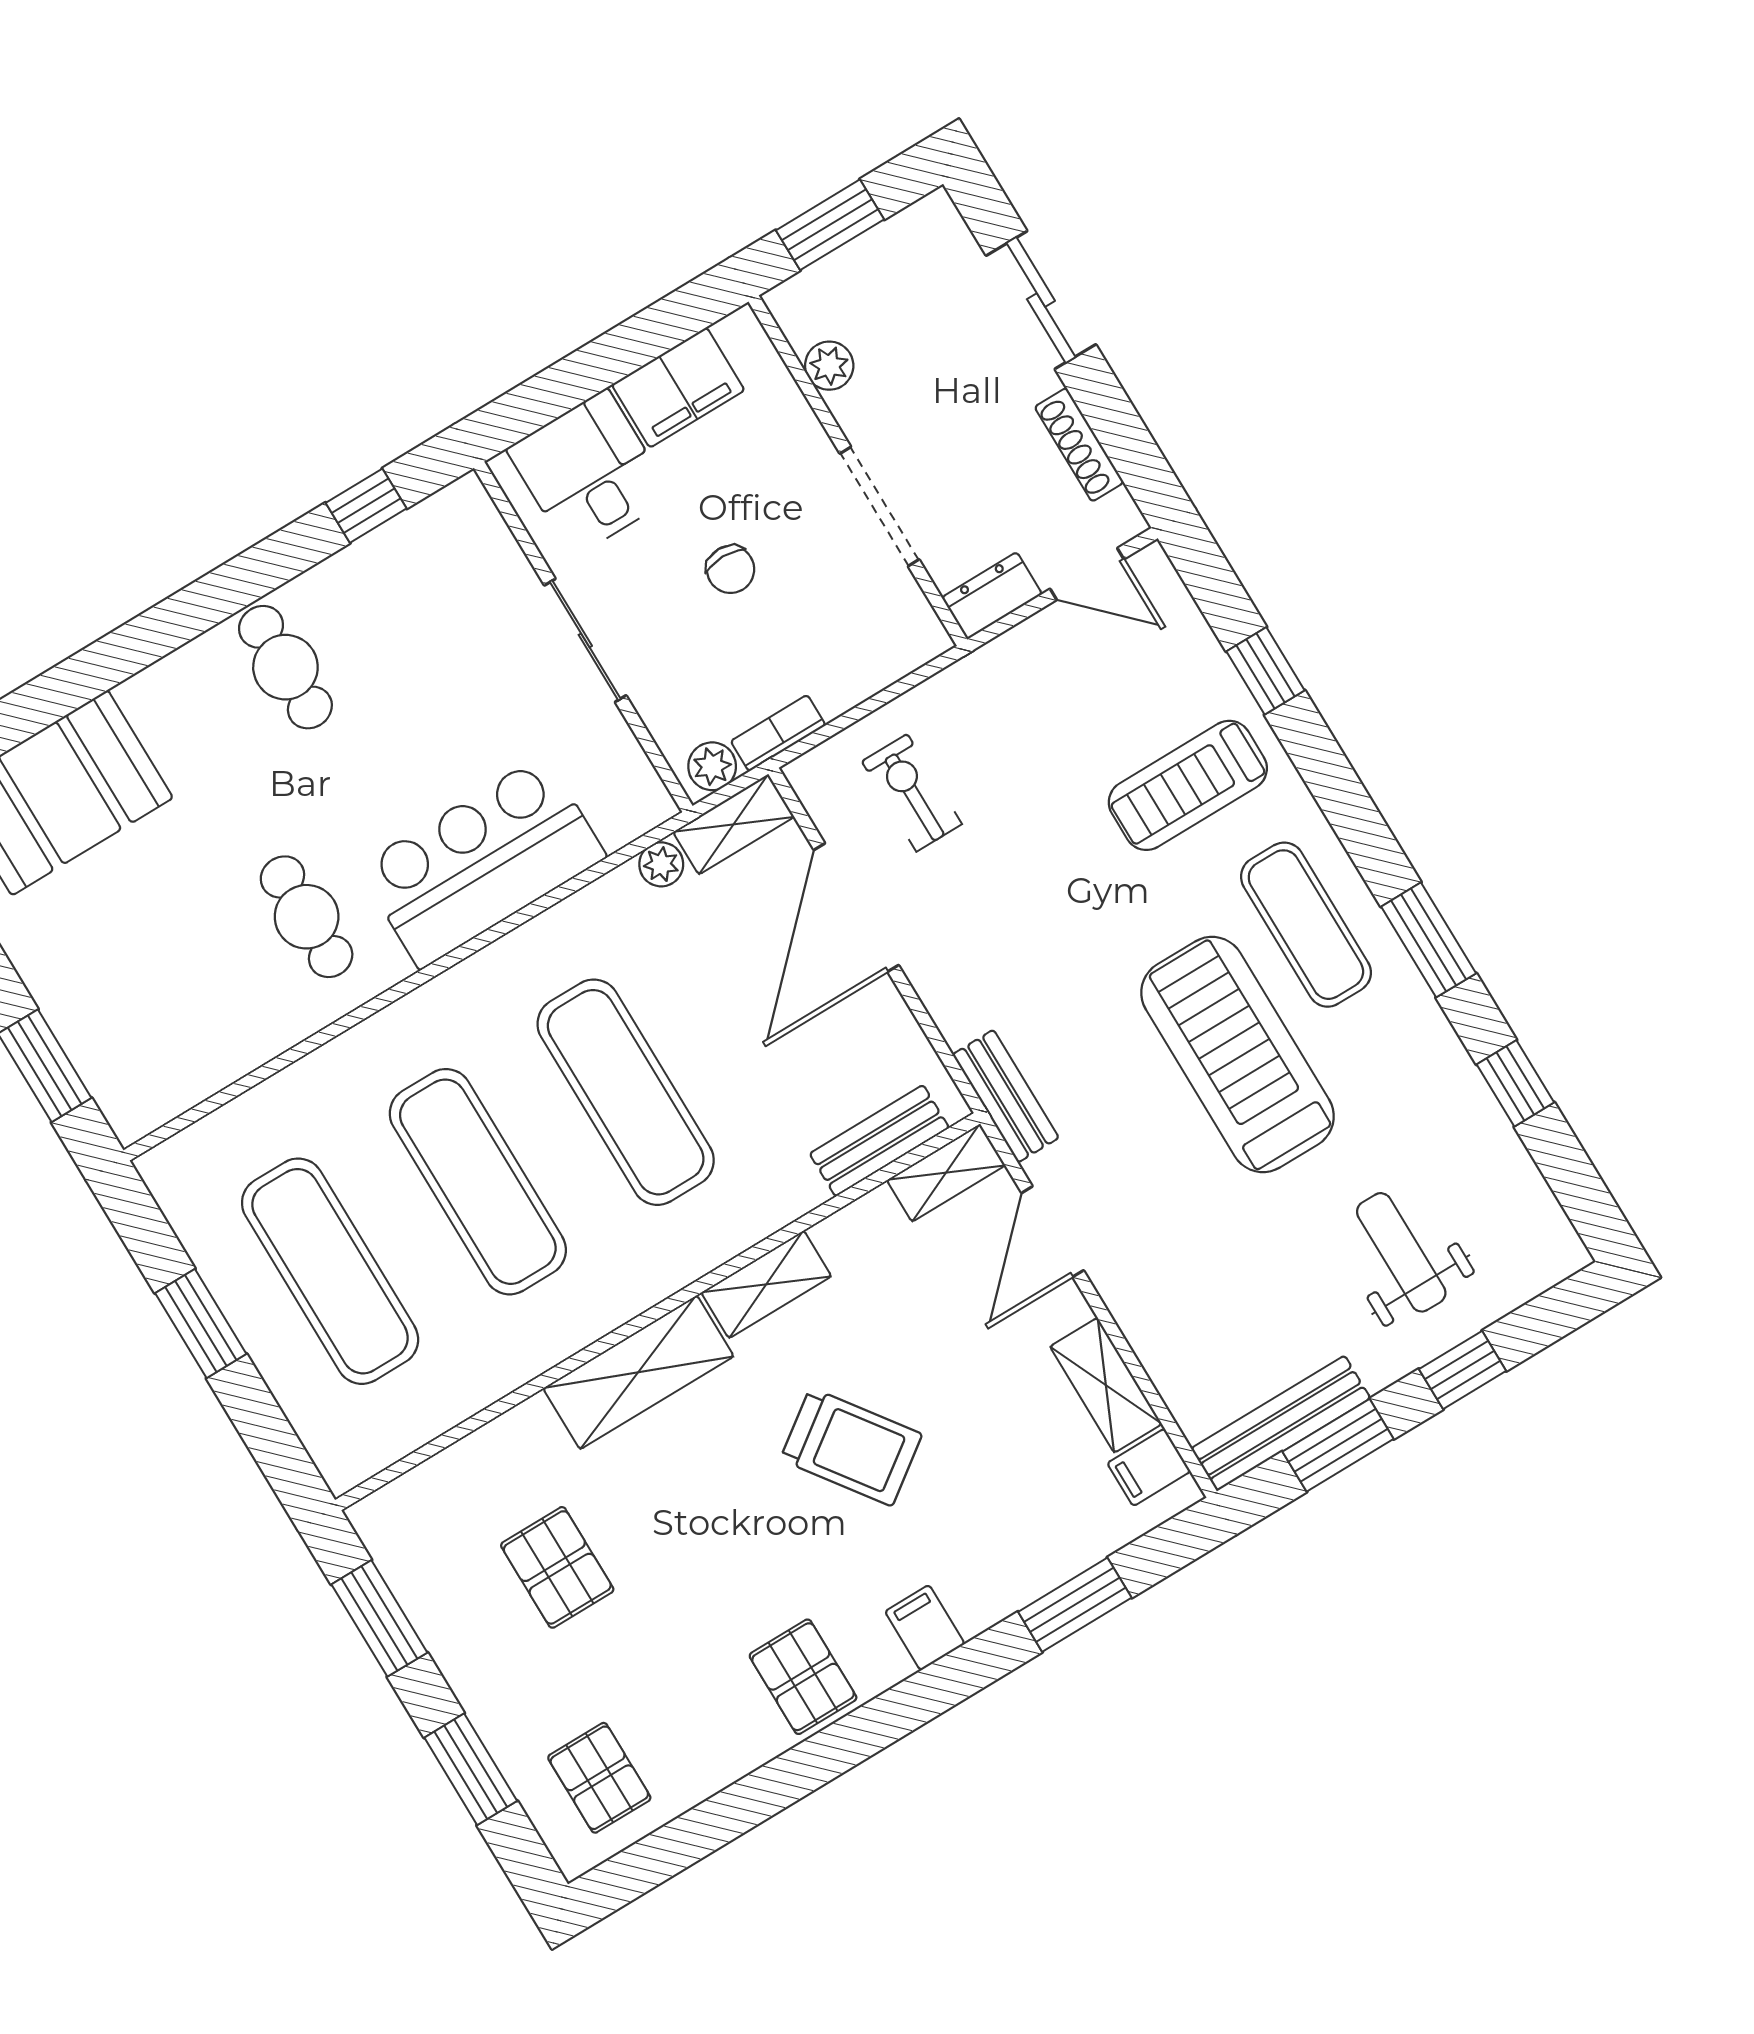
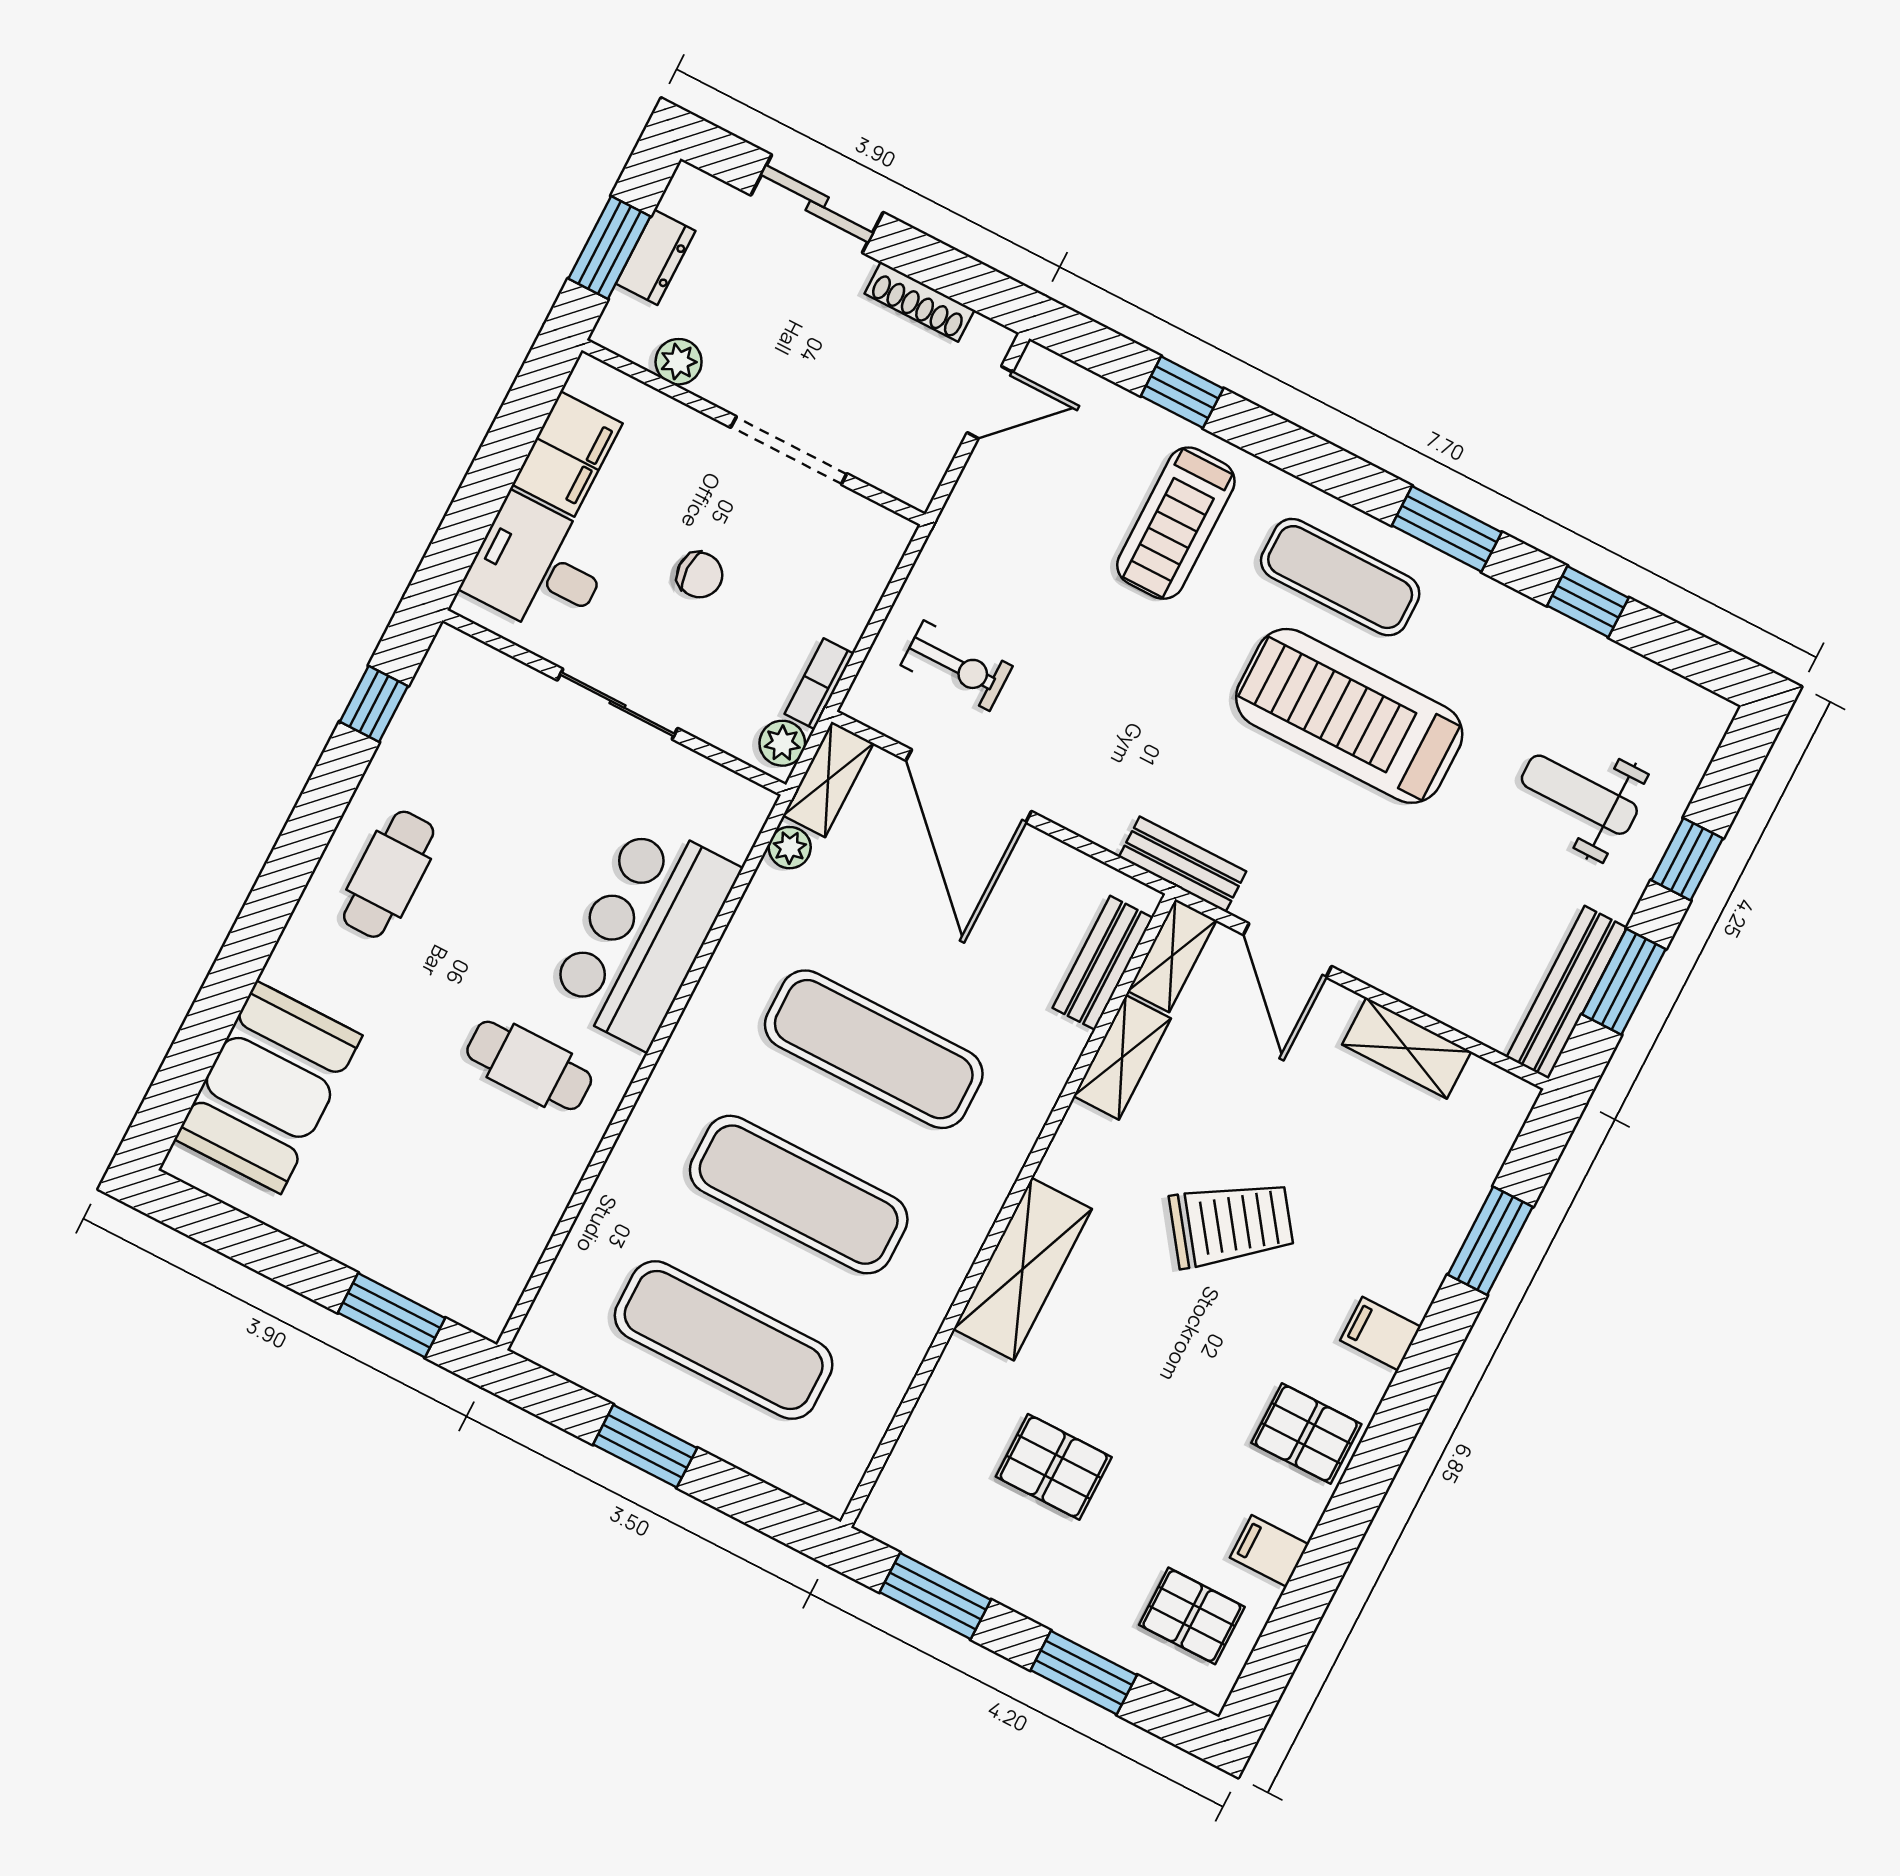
dresser: (992, 596) -> (656, 257), moved, turned 180
cafe table: (285, 667) -> (389, 874), turned 90
exercise bike: (912, 793) -> (957, 666), turned 180
shelving: (766, 1284) -> (1122, 1057), moved
filing cabinet: (1149, 1467) -> (1269, 1551), moved, turned 90

